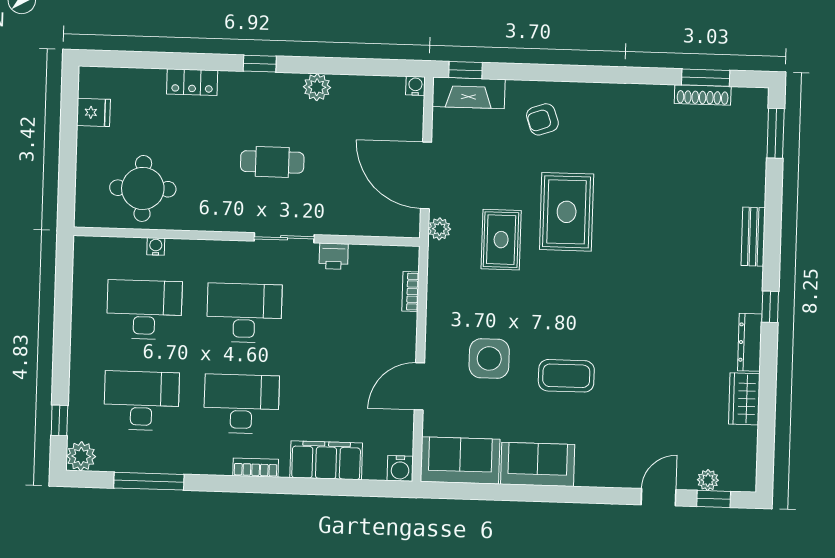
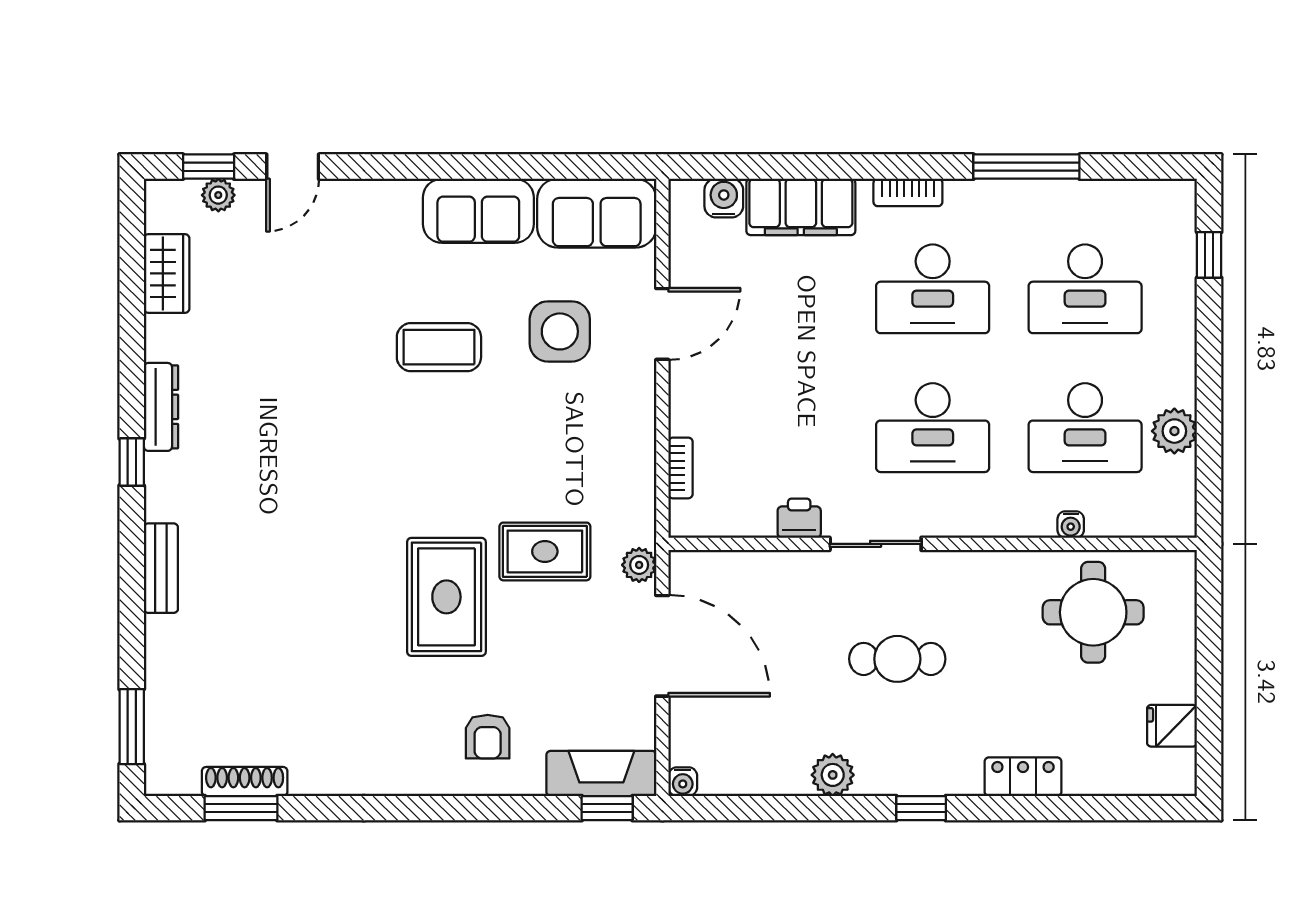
armchair: (542, 119) -> (488, 737), turned 109
rug: (501, 240) -> (545, 551), turned 90
side table: (489, 358) -> (560, 331), moved
wardrobe: (744, 399) -> (167, 273), moved
plant: (81, 456) -> (1174, 431), moved
water cooler: (400, 468) -> (724, 198), moved
window: (149, 481) -> (1026, 167), moved

